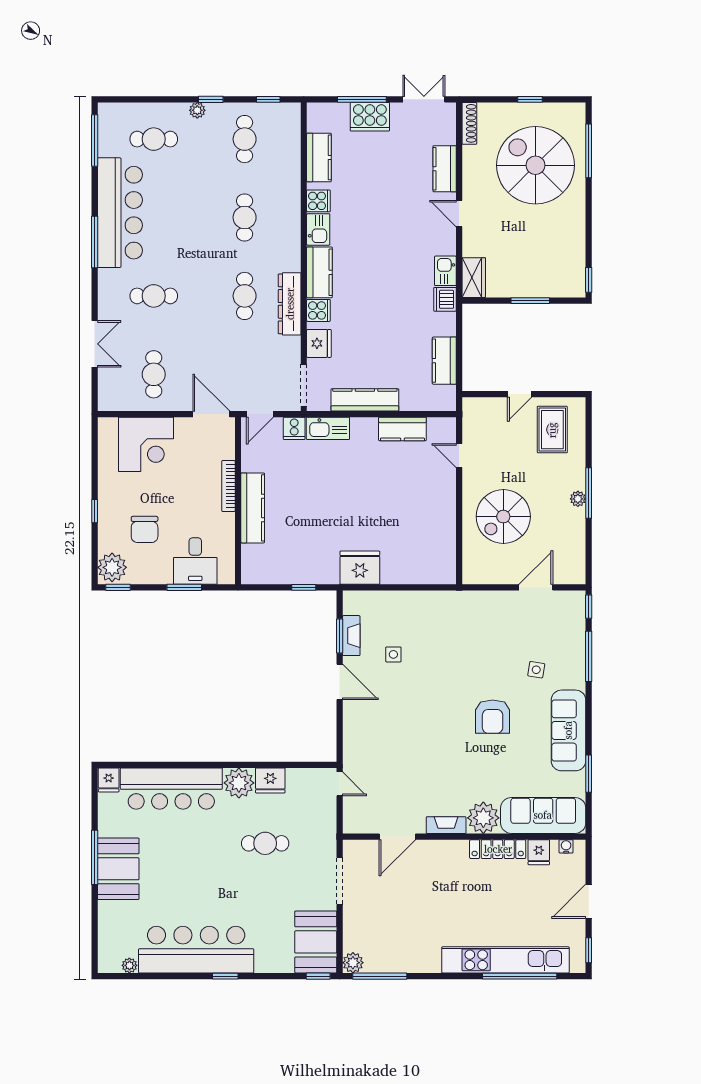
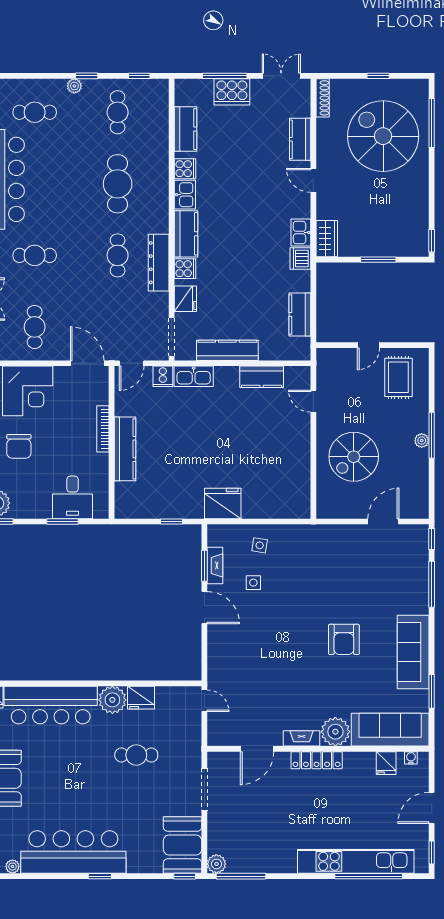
cafe table: (245, 217) -> (118, 184), width x1.37, depth x1.35
chair: (145, 529) -> (19, 446), moved
side table: (536, 670) -> (260, 545), moved
locker: (498, 849) -> (317, 760), moved

